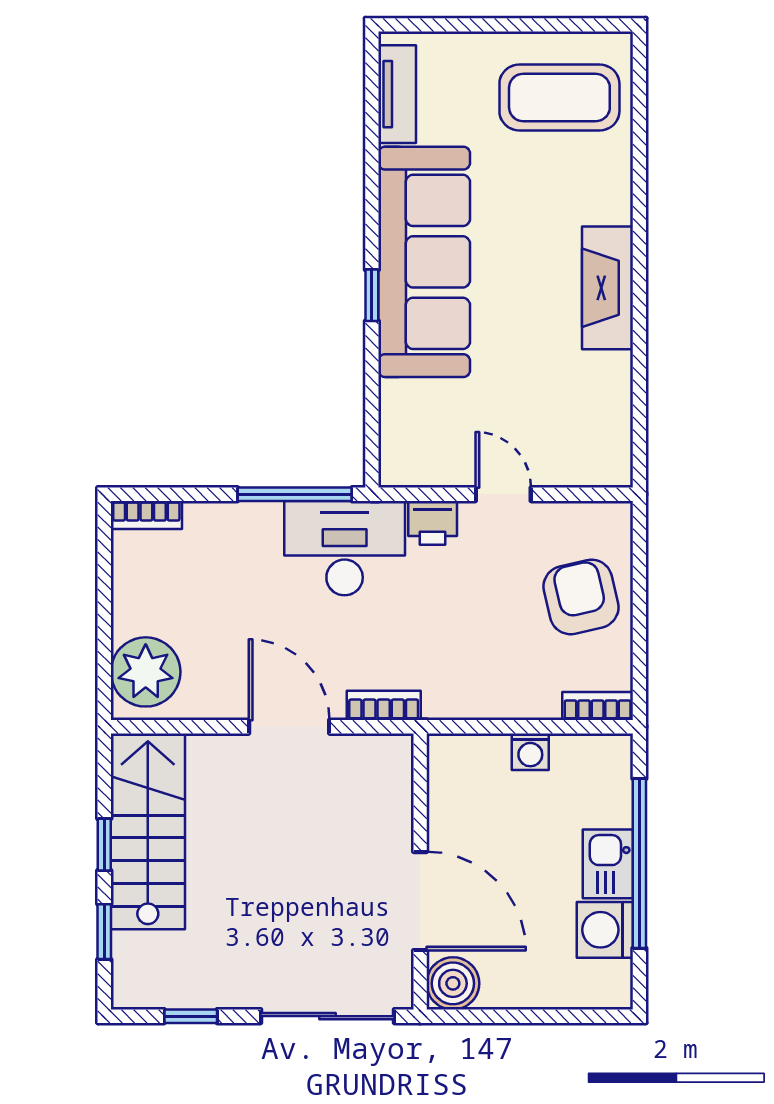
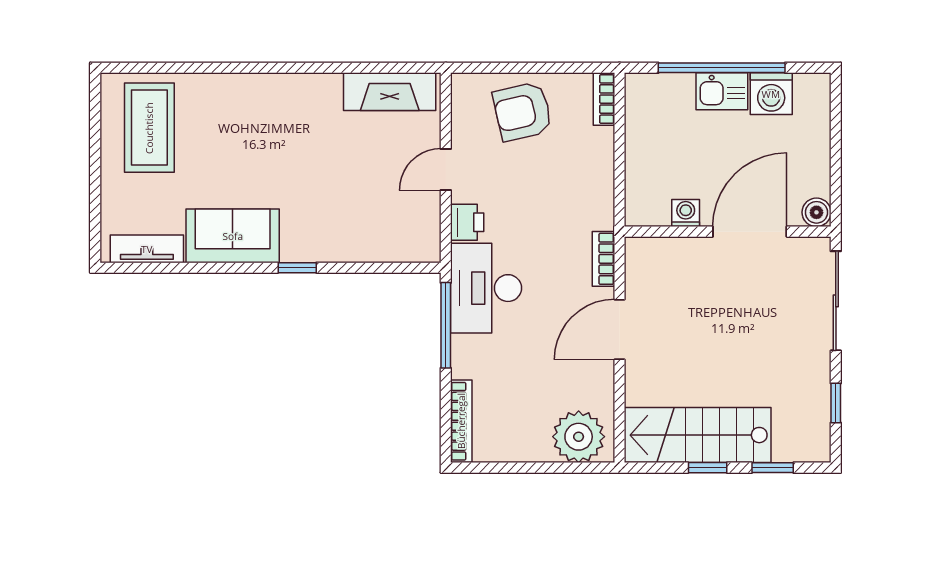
sofa: (424, 262) -> (233, 236), width x0.54, depth x0.79
fireplace: (608, 288) -> (390, 92), moved
bookcase: (146, 515) -> (461, 421), width x1.56
washing machine: (530, 752) -> (686, 213), moved, turned -90
boiler: (453, 983) -> (816, 212), width x0.73, depth x0.73

